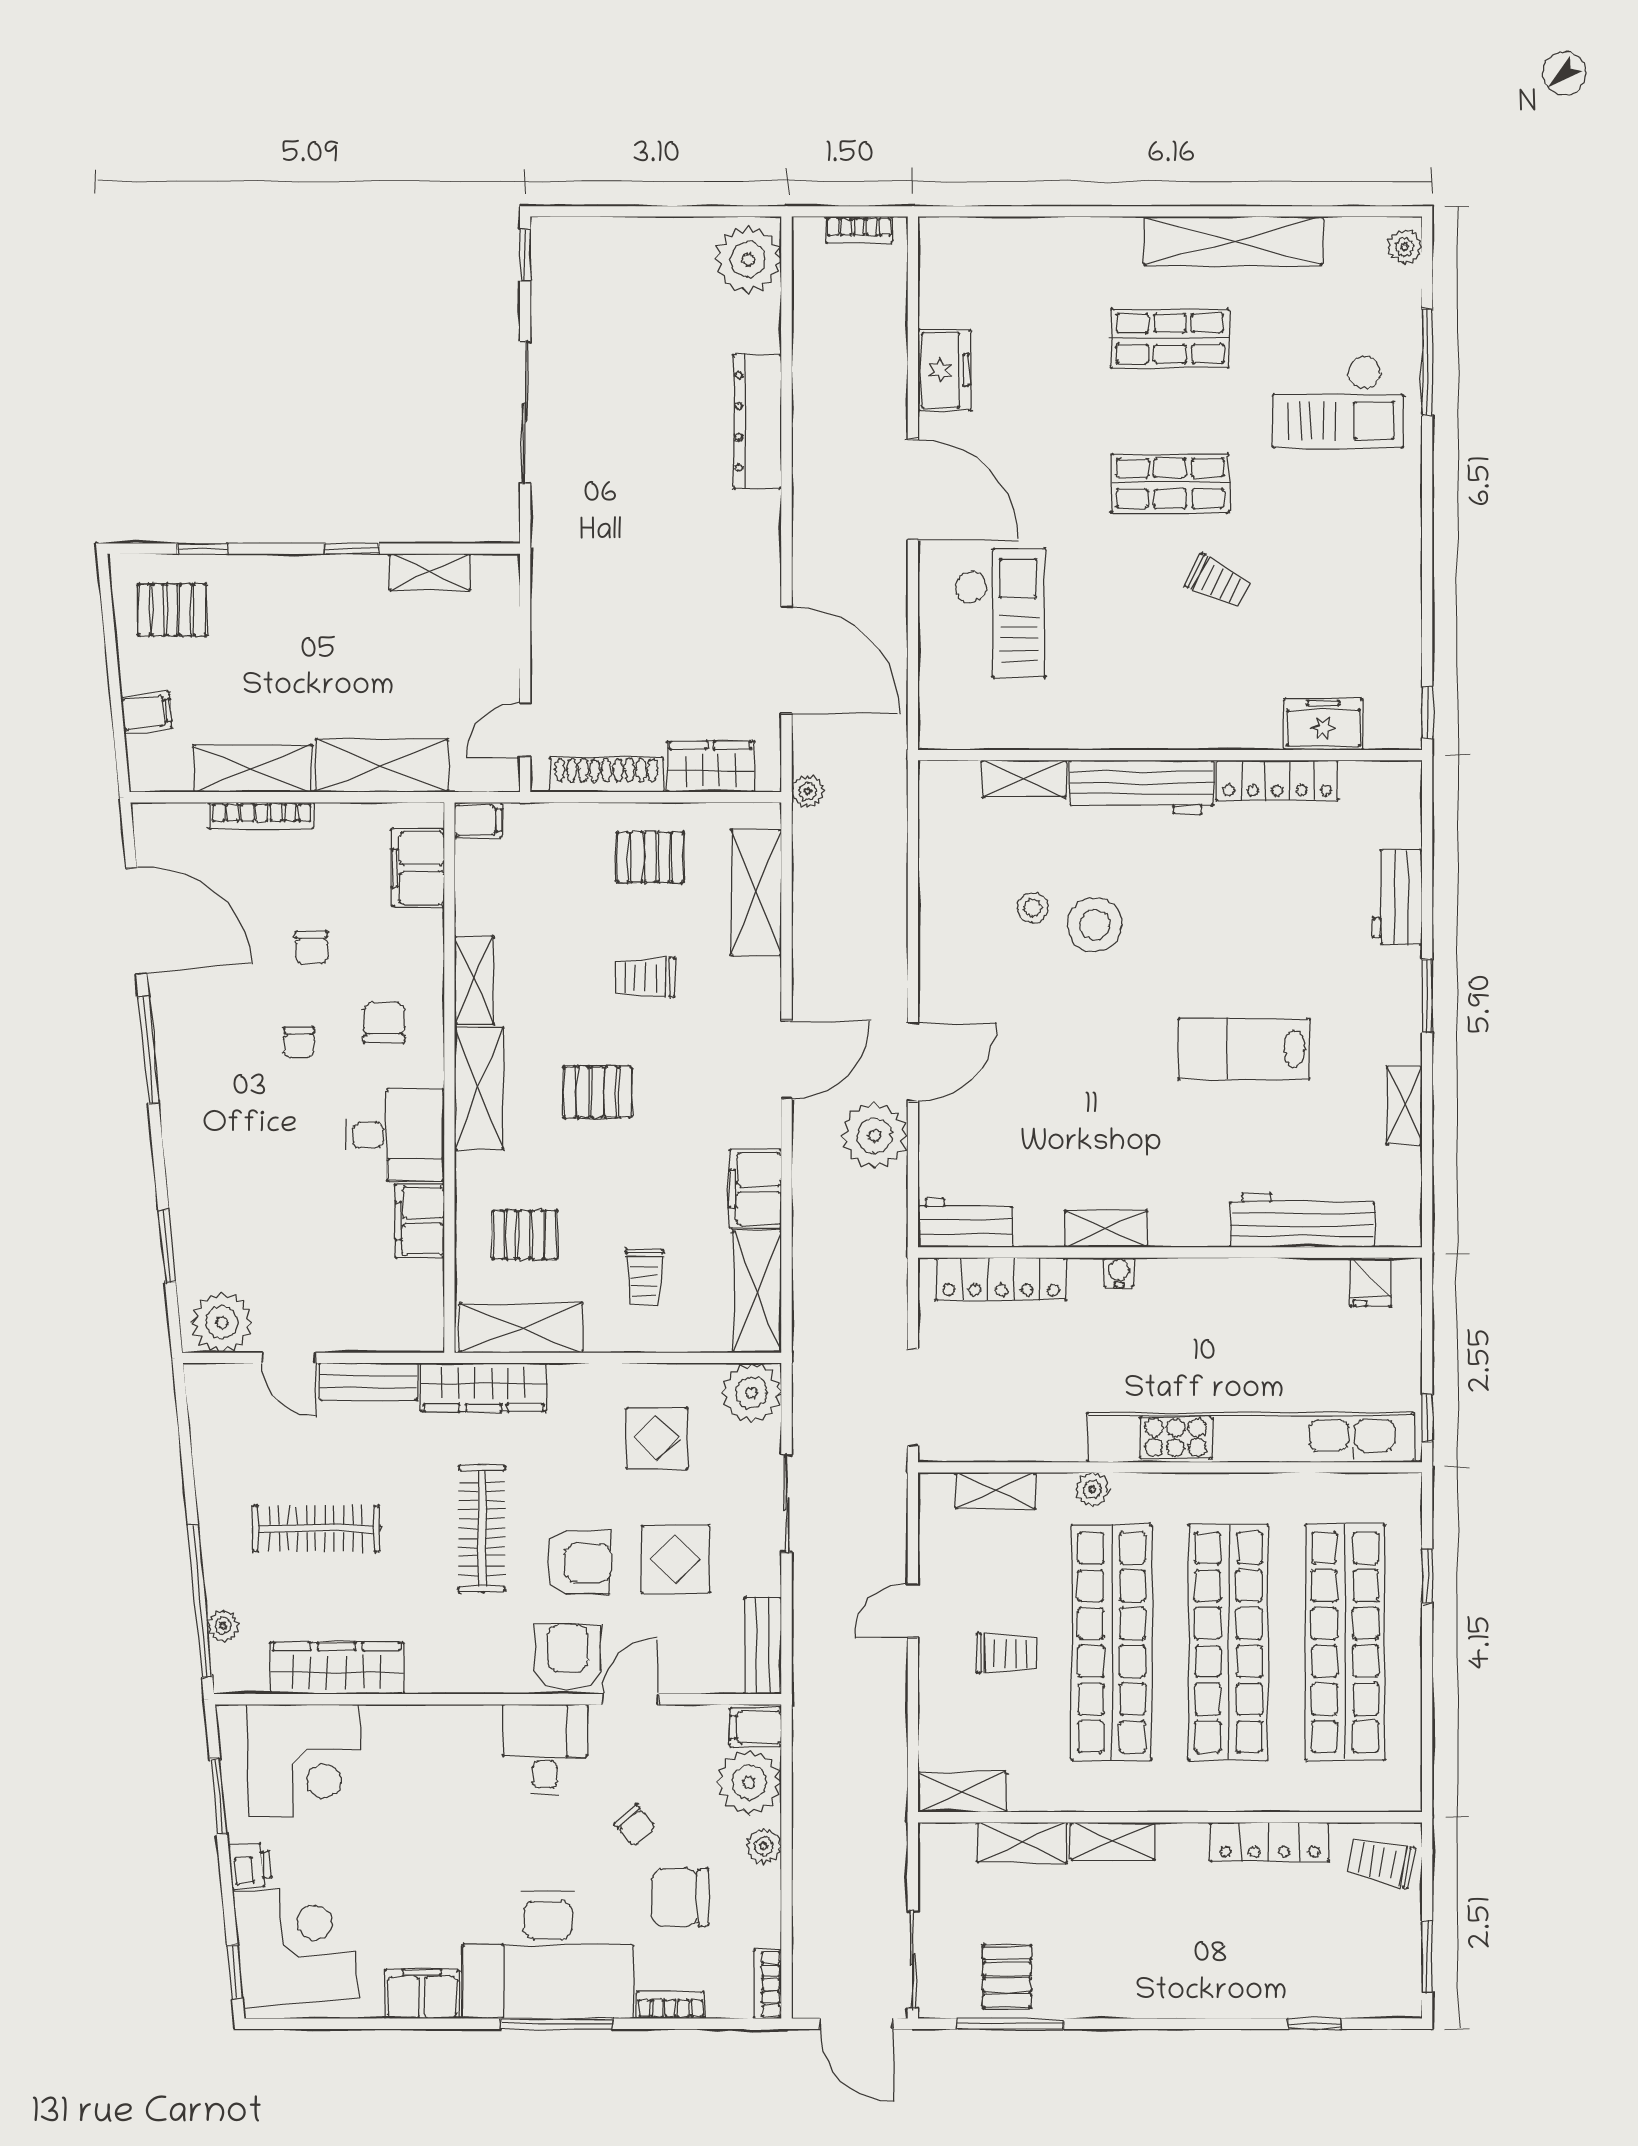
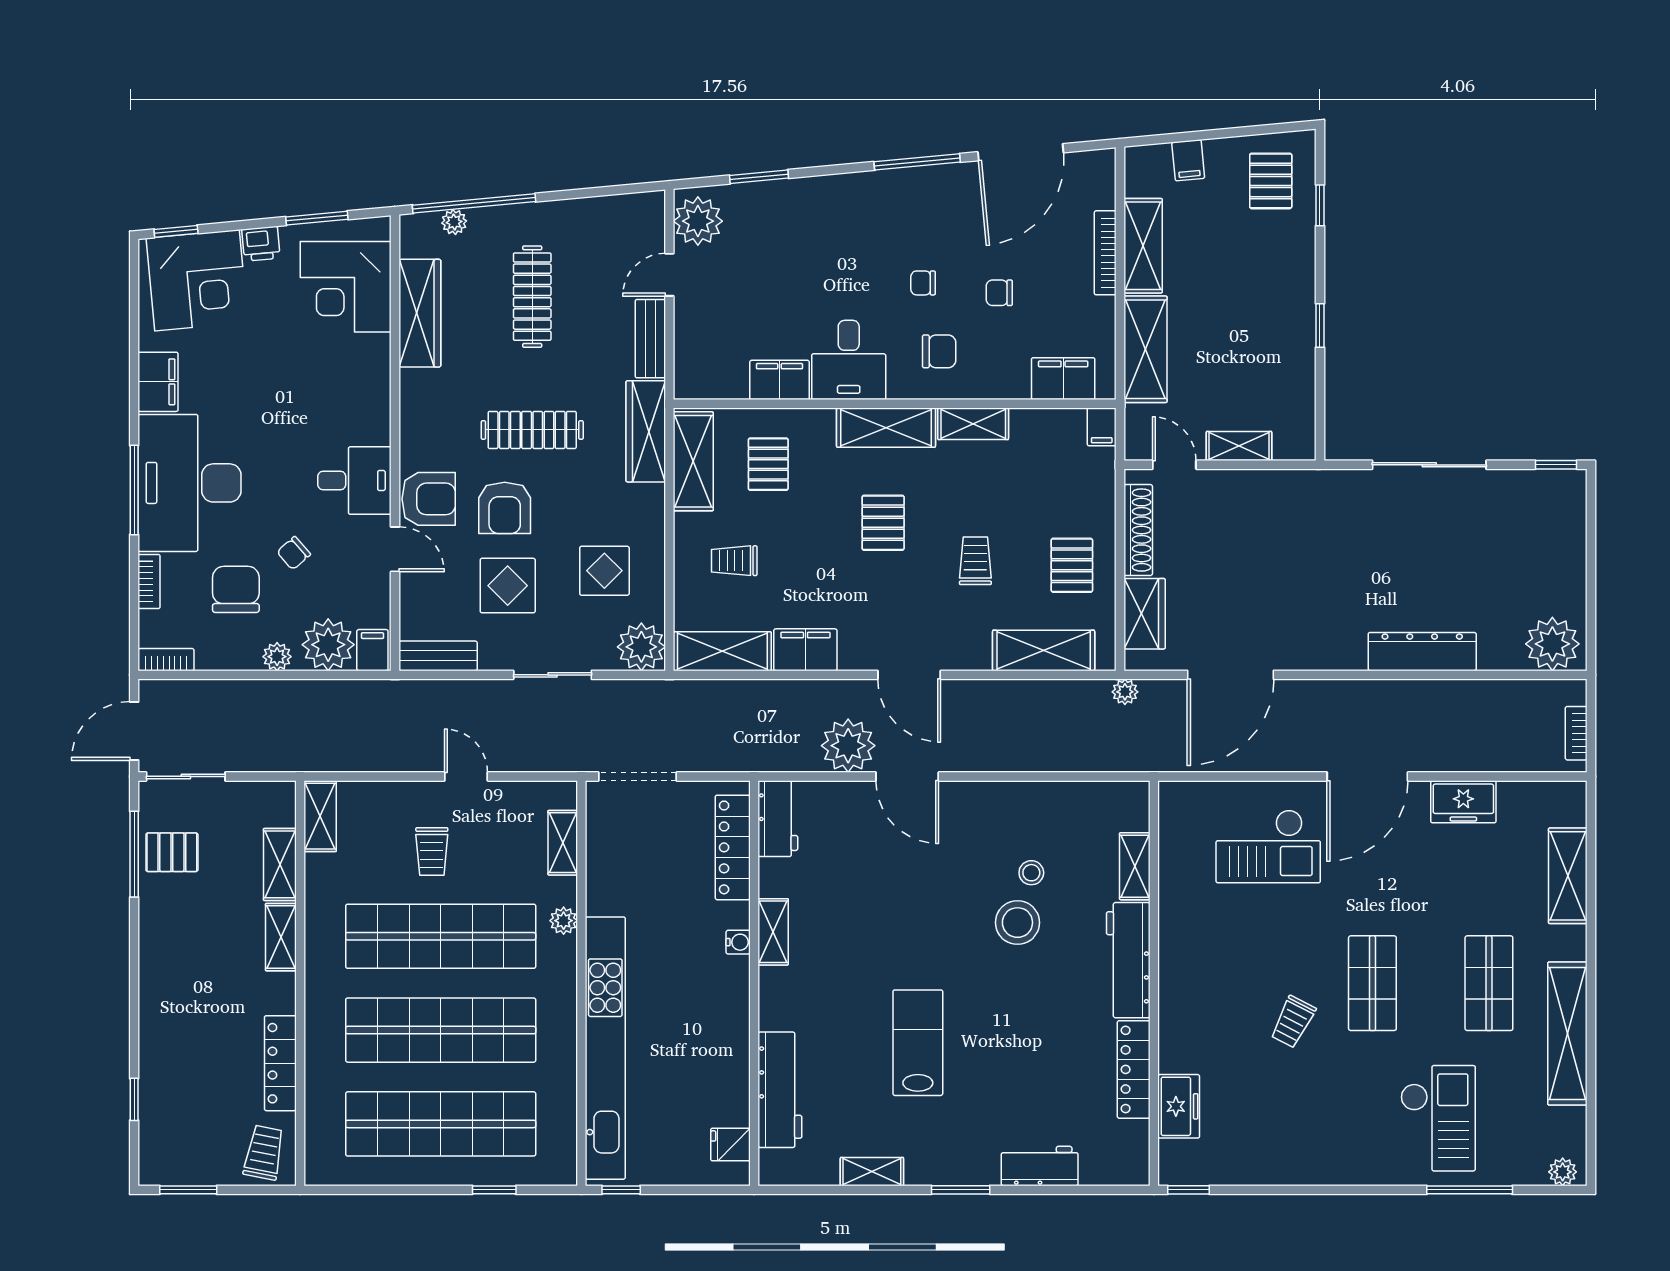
shelving: (1036, 240) -> (1568, 876), added
checkout: (1338, 402) -> (1438, 1118), turned 180
shelving: (430, 572) -> (1239, 446), moved, turned 90

